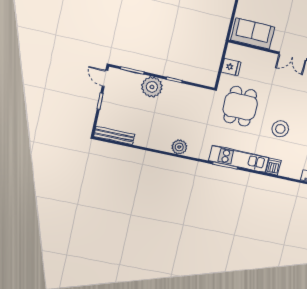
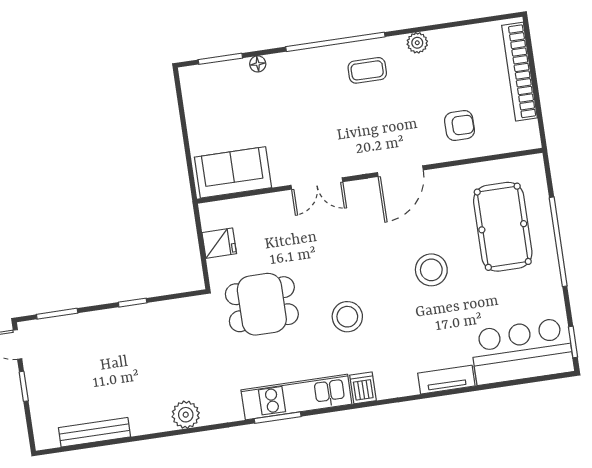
plant: (152, 87) -> (100, 329), removed
dining table: (240, 106) -> (262, 304), turned 90
bench: (114, 135) -> (94, 432), moved

